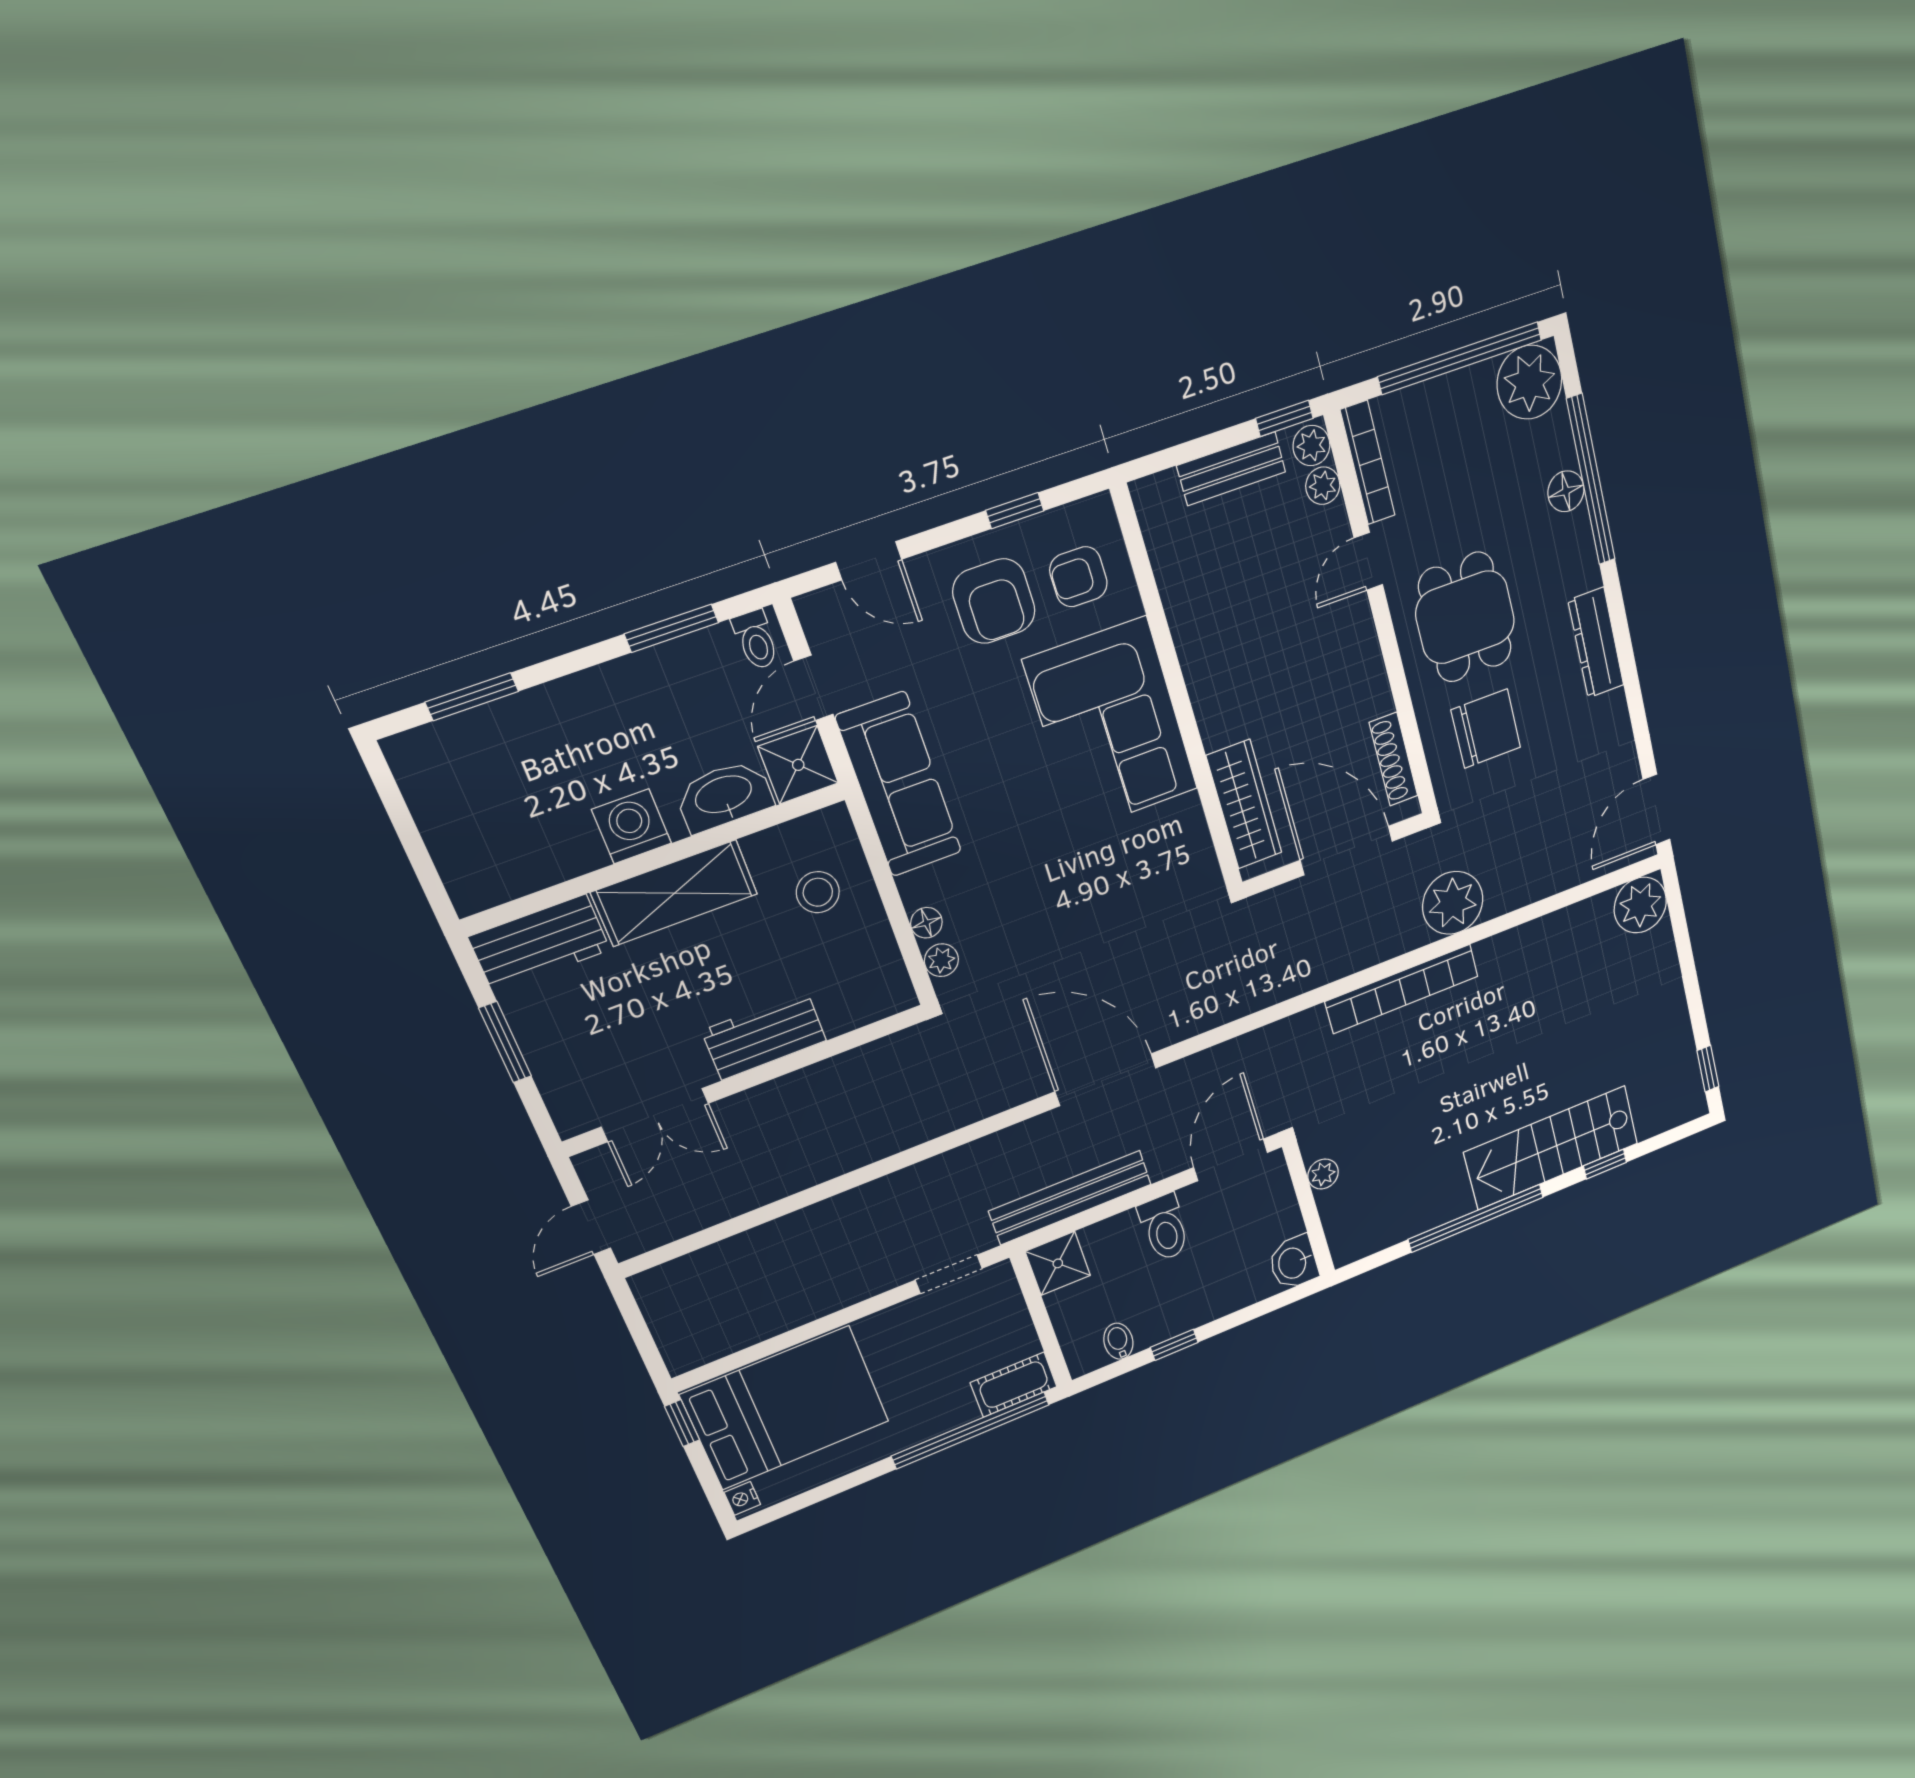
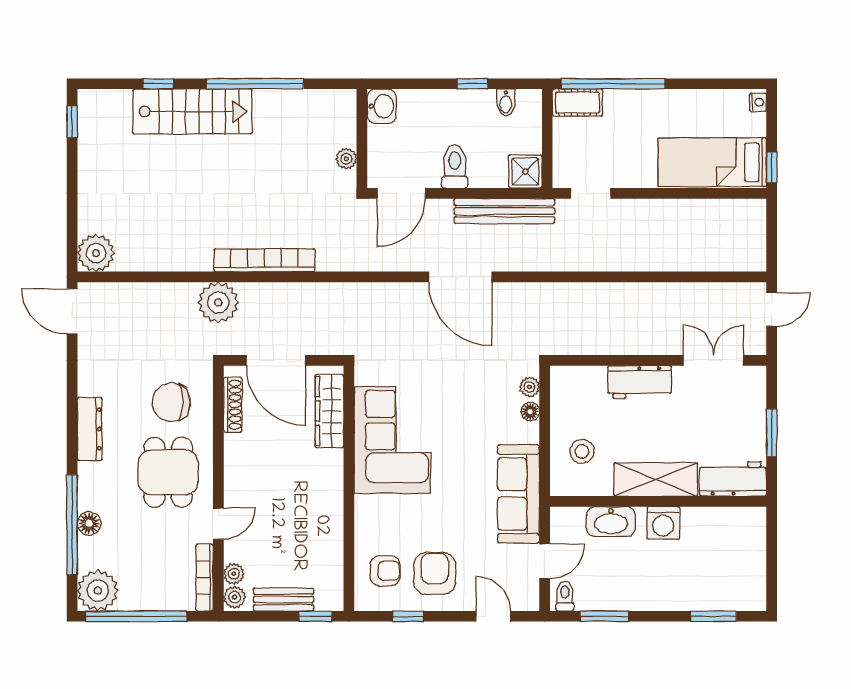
window: (1284, 418) -> (316, 616), moved
corner sofa: (1111, 725) -> (392, 440), moved
shower: (798, 765) -> (567, 524), removed
door: (1656, 810) -> (72, 311), swing flipped
bed: (786, 1408) -> (712, 162), width x0.67

